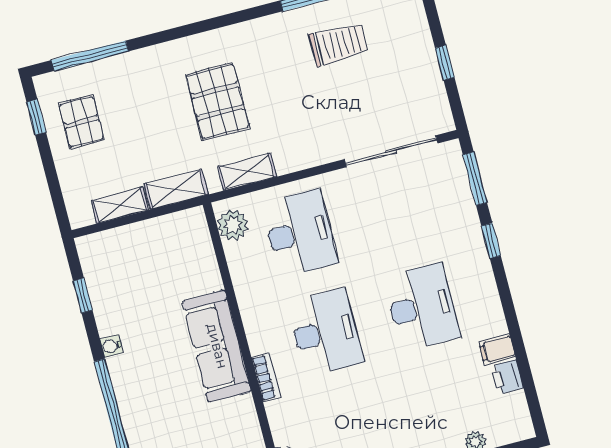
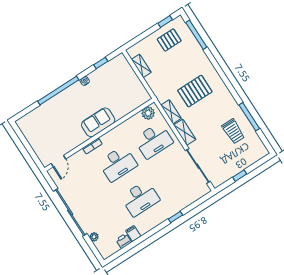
window: (475, 179) -> (198, 203), removed
shelving: (176, 189) -> (185, 132), moved
sofa: (217, 346) -> (98, 122), width x0.73

